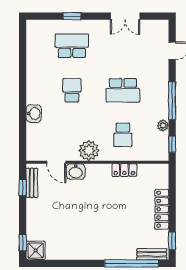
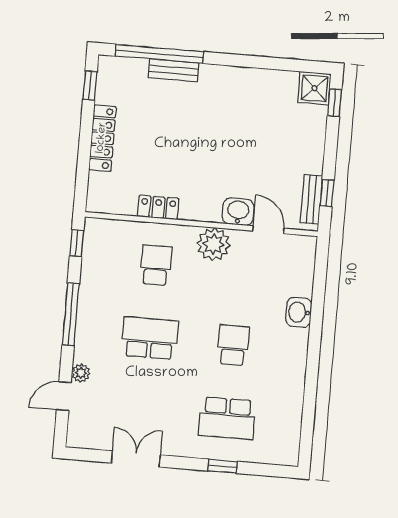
school desk: (72, 90) -> (233, 345), turned 180
plant: (163, 125) -> (81, 373), moved
bench: (152, 254) -> (174, 70), moved

